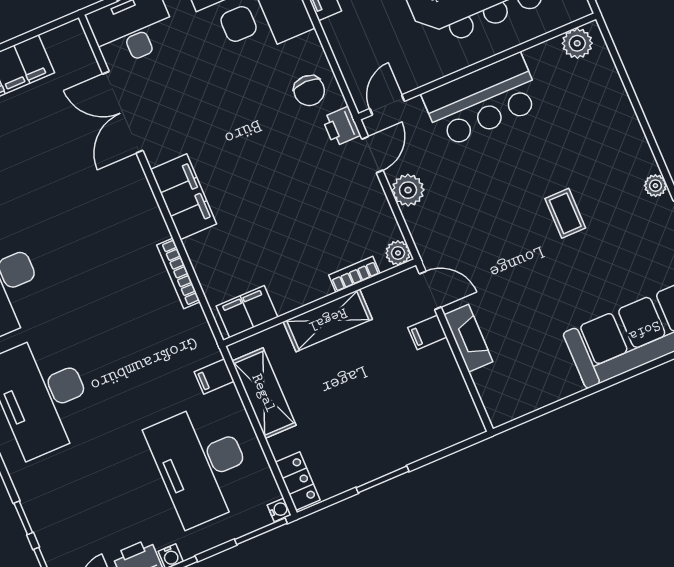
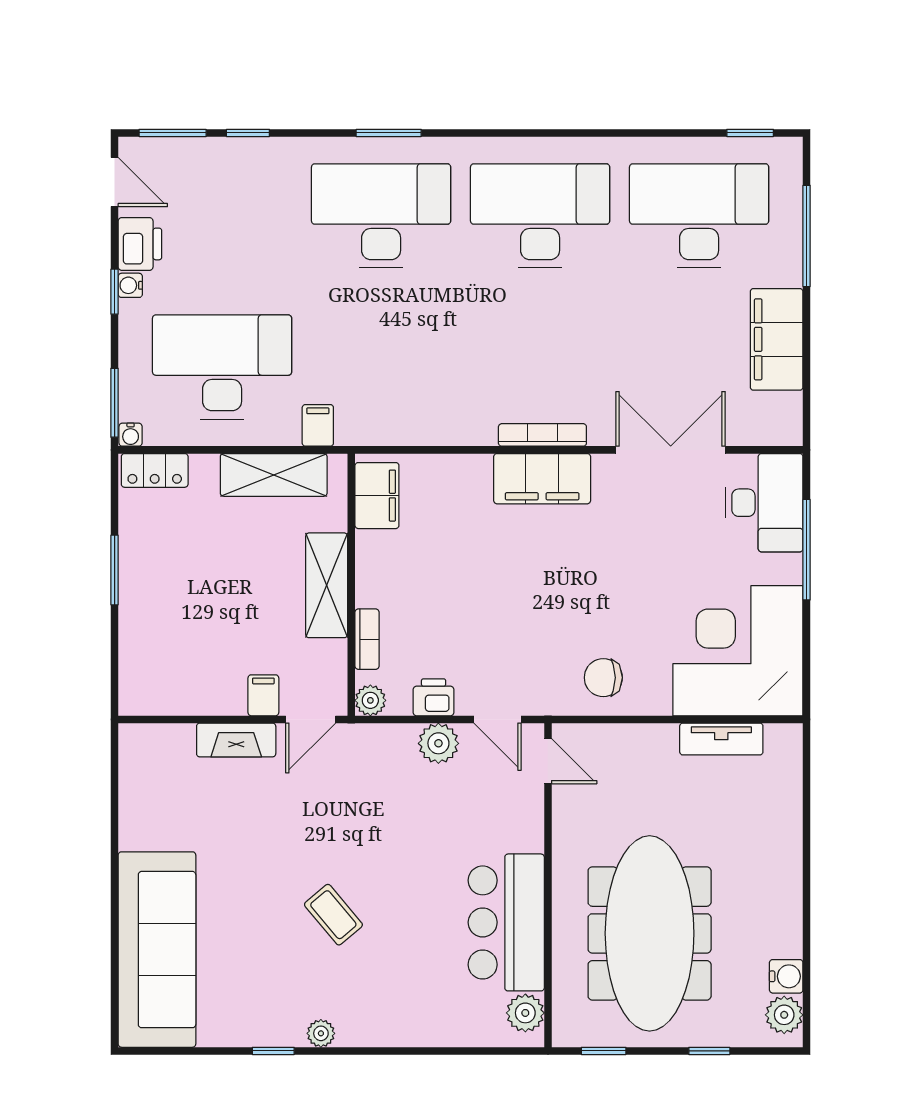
bar counter: (482, 100) -> (506, 922), moved
printer: (341, 126) -> (434, 697), moved
coffee table: (565, 213) -> (333, 915), turned 50
bookcase: (178, 273) -> (542, 435), moved

